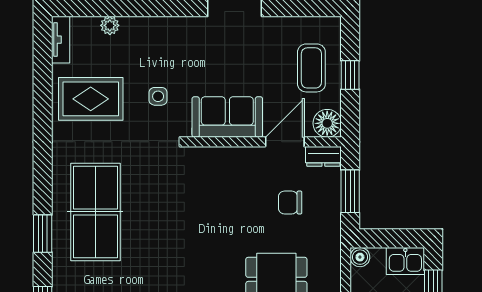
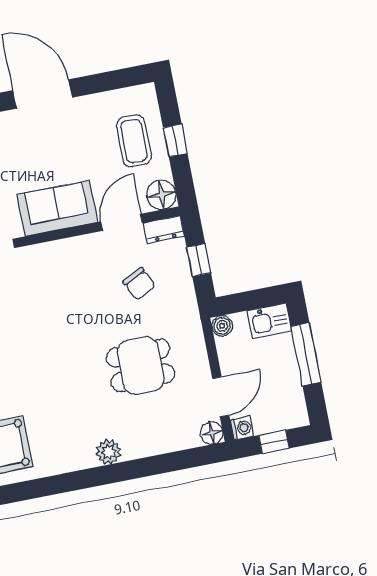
window: (350, 191) -> (199, 260), width x0.67
chair: (290, 203) -> (139, 284), turned -116

